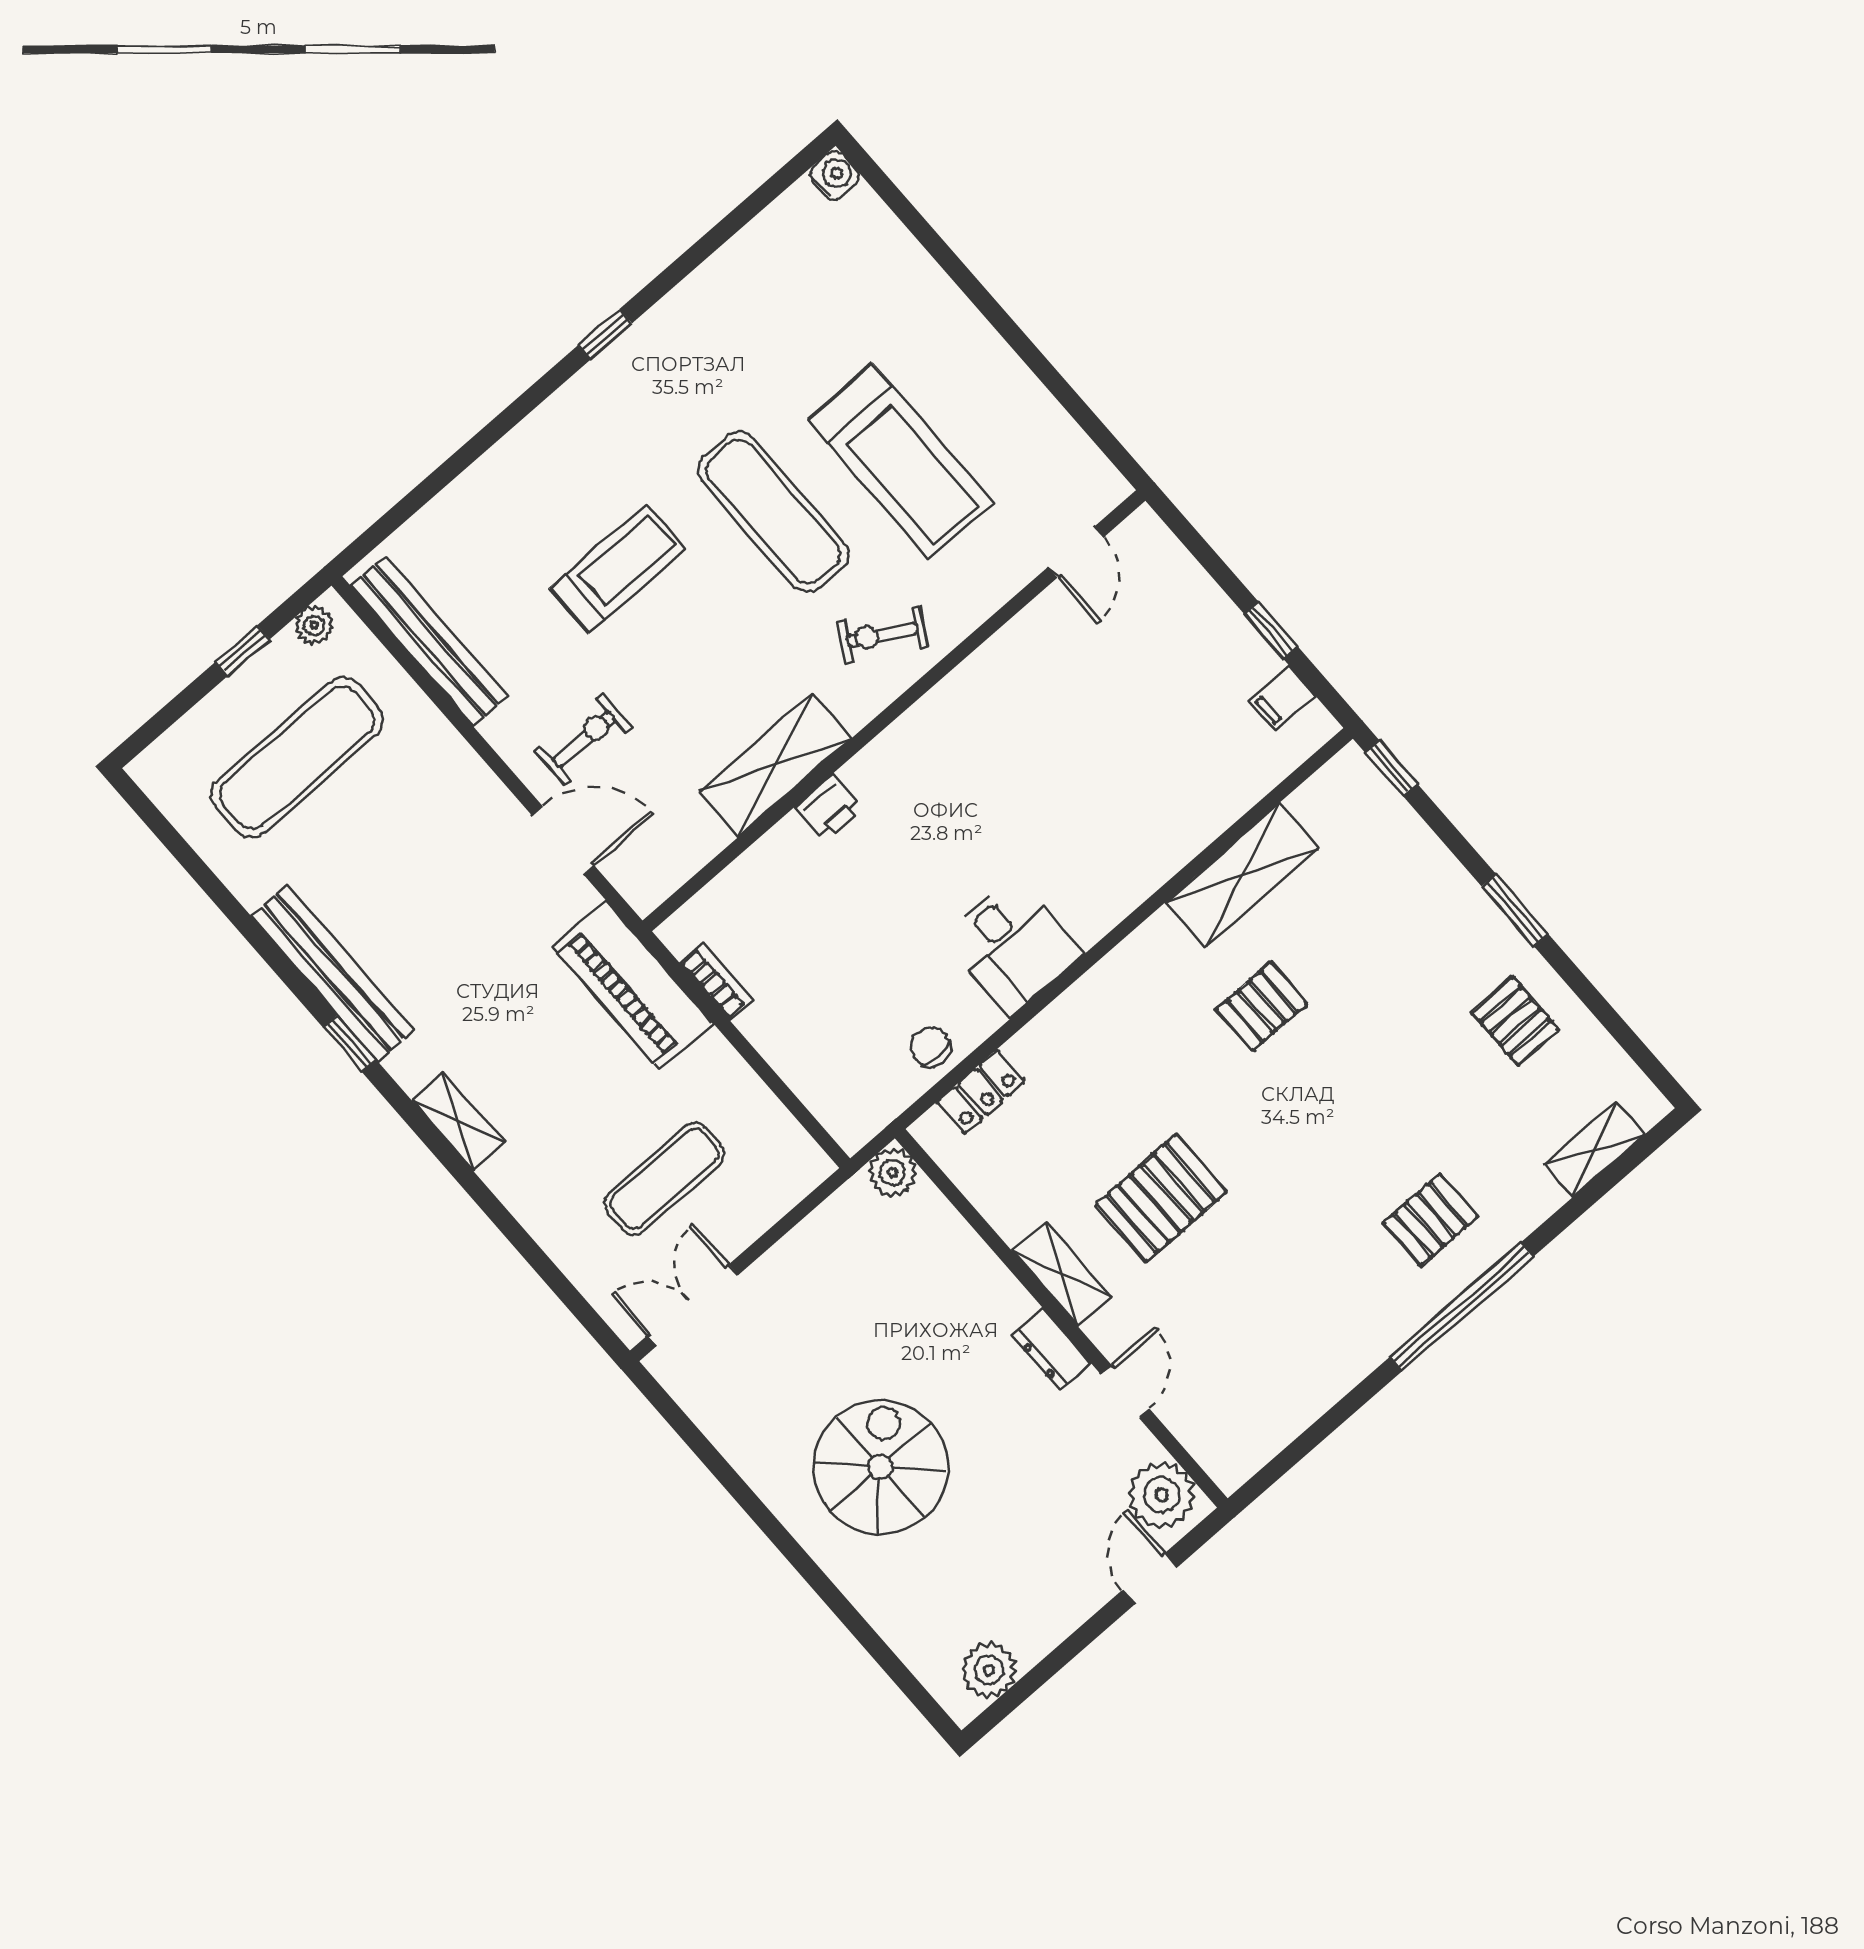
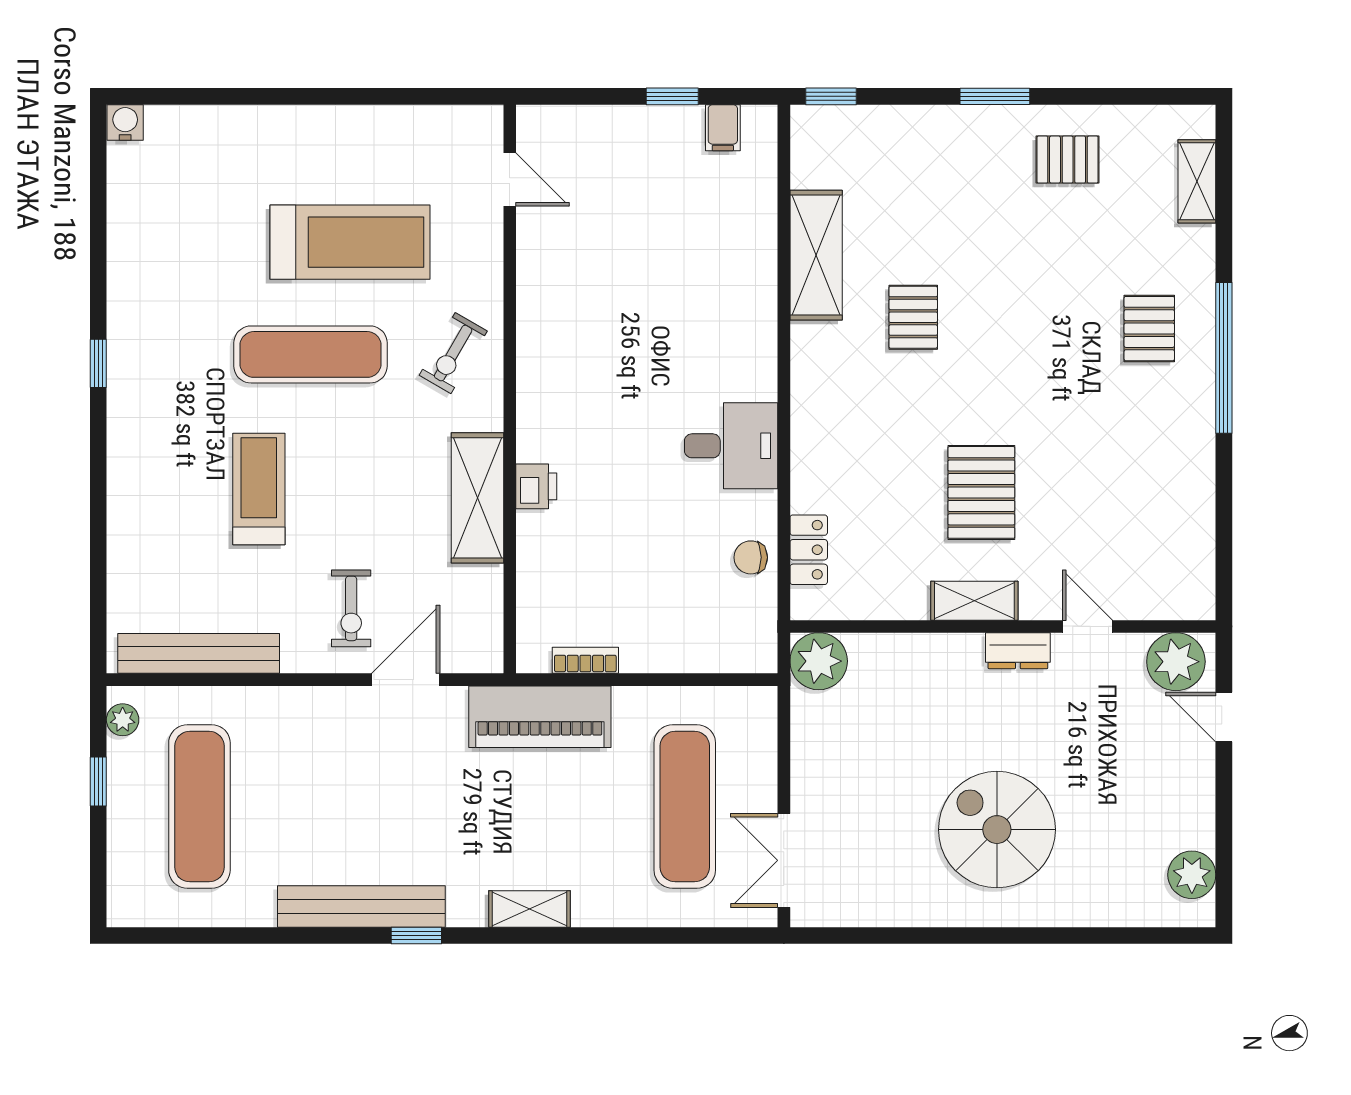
exercise bike: (584, 739) -> (351, 608), turned 180
plant: (893, 1172) -> (819, 661), width x1.36, depth x1.36
exercise mat: (664, 1179) -> (685, 807), width x1.36, depth x1.45

